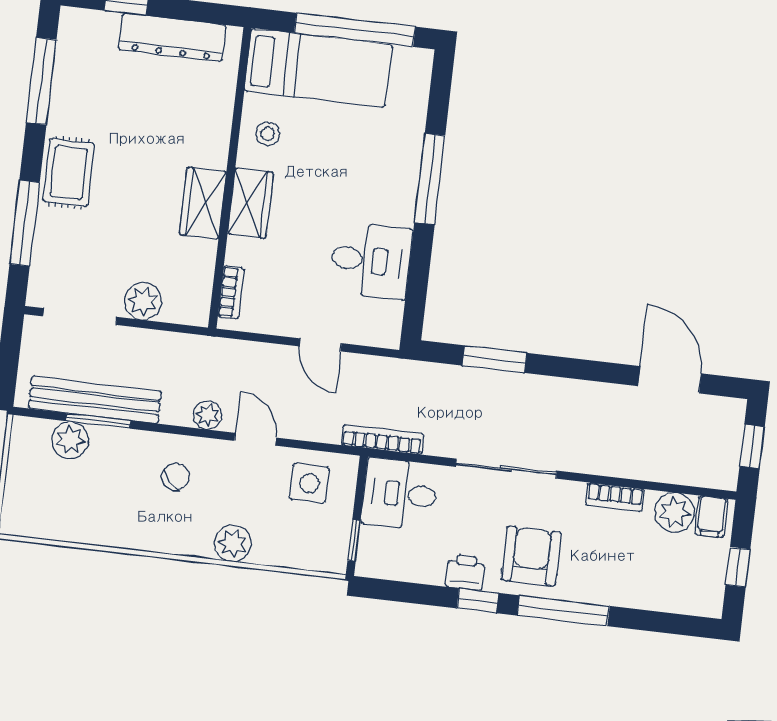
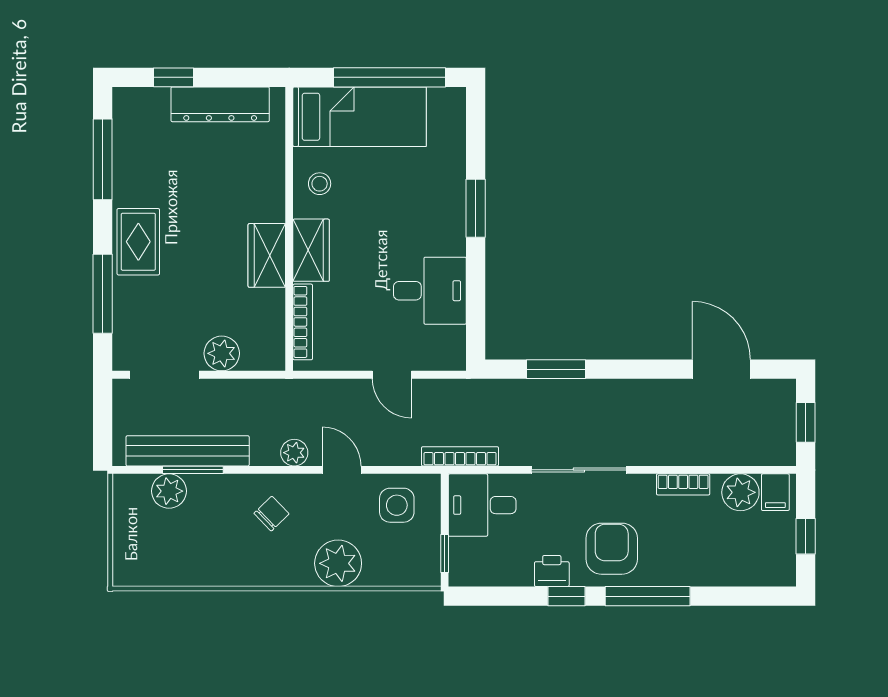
window: (430, 179) -> (476, 208), width x0.69
bookcase: (231, 292) -> (303, 322), width x1.56
plant: (233, 543) -> (338, 563), width x1.36, depth x1.36

